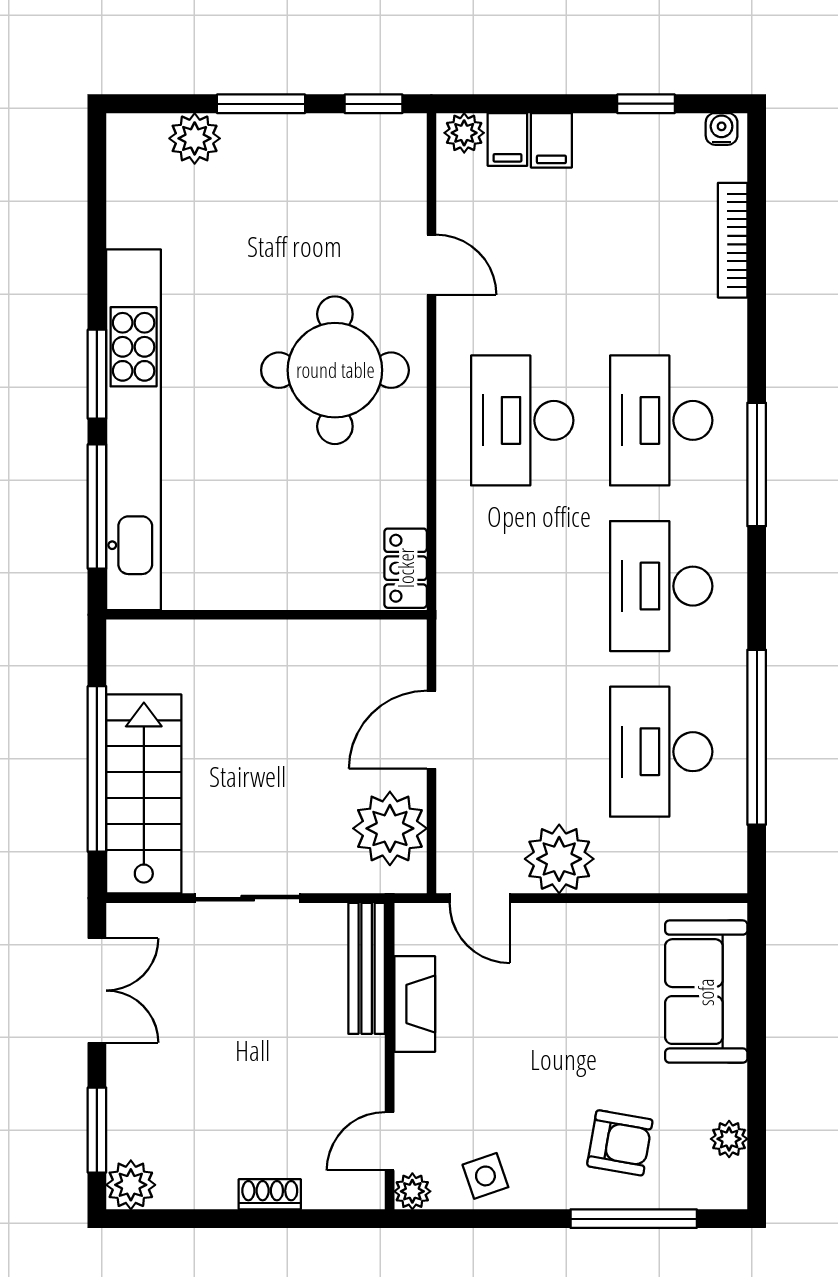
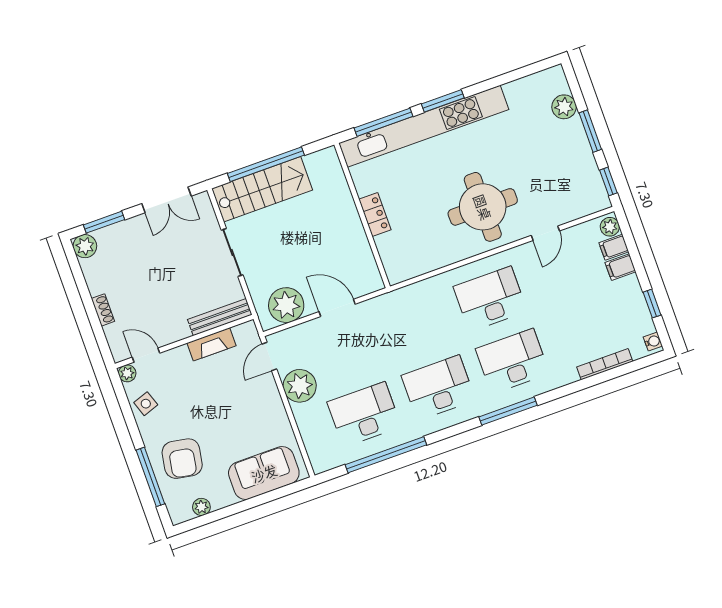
locker: (406, 568) -> (375, 215), moved, turned 90
armchair: (620, 1143) -> (182, 459), width x1.38, depth x1.38

